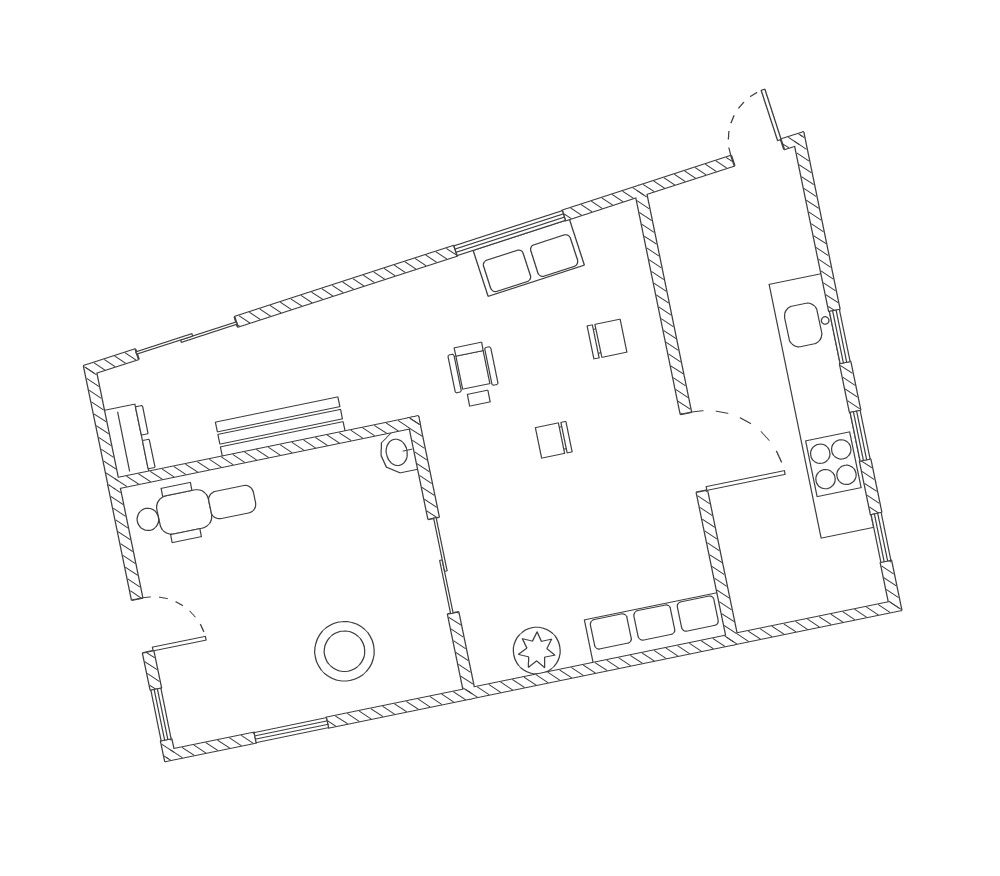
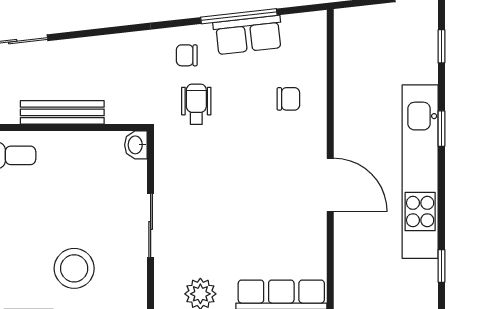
window: (860, 436) -> (441, 46), moved
chair: (554, 440) -> (187, 55), moved

